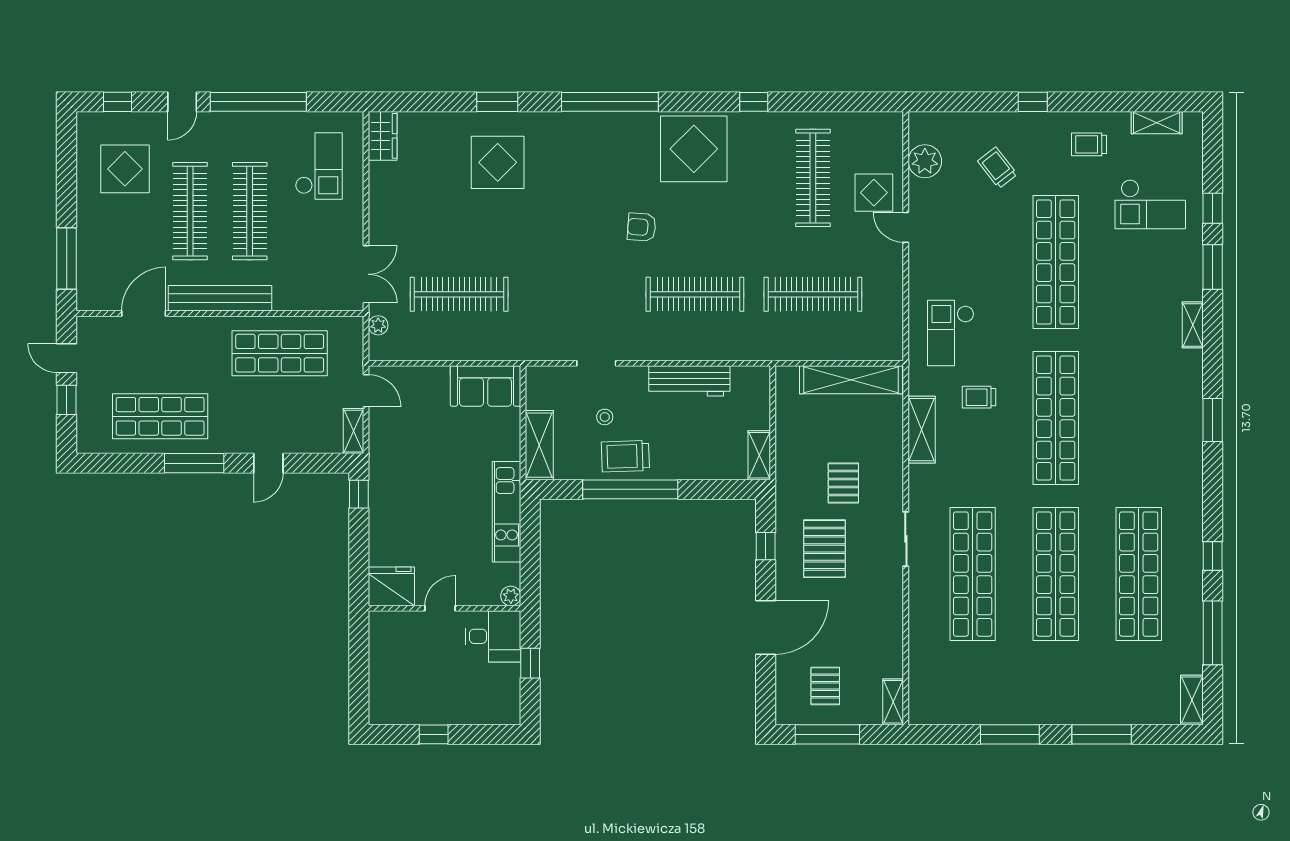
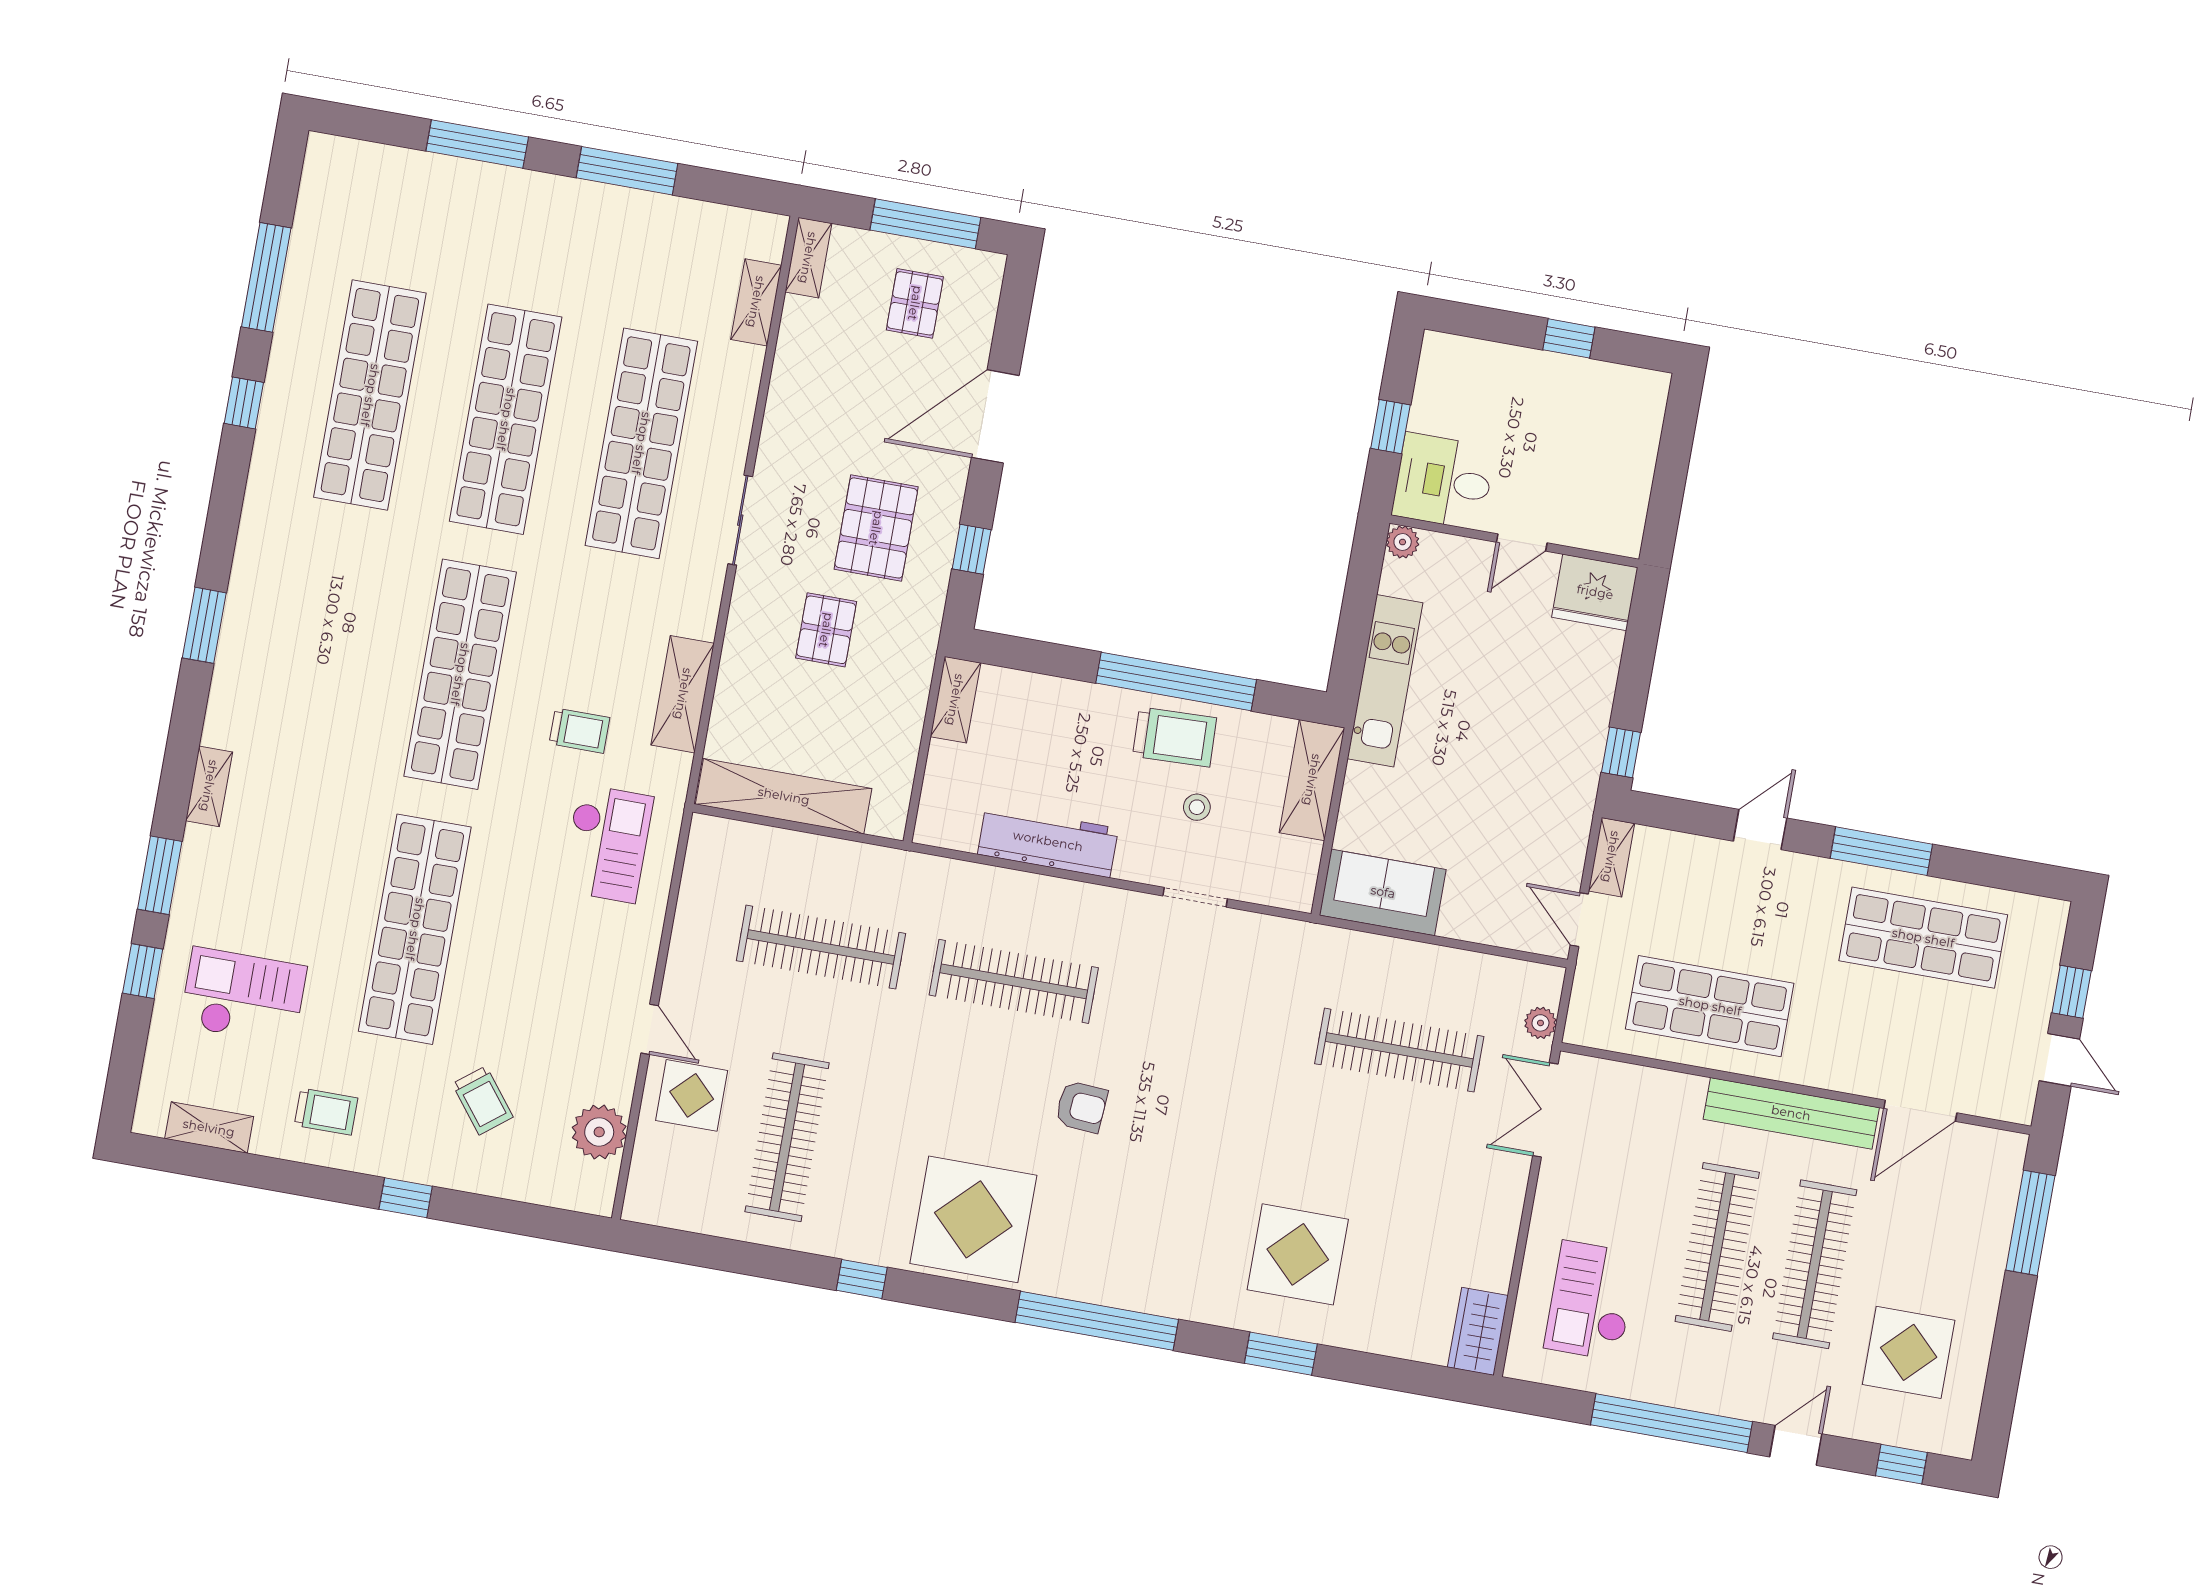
shelving: (1192, 700) -> (756, 302), moved

